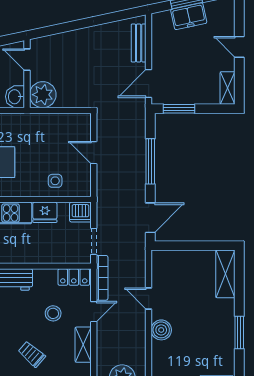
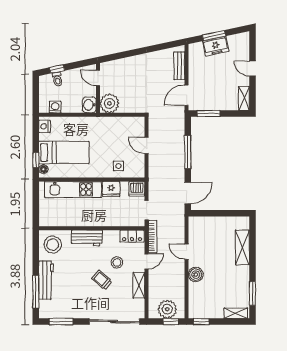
shelving: (225, 274) -> (242, 247), moved
window: (239, 333) -> (252, 293), moved
trolley: (32, 354) -> (102, 280), moved

